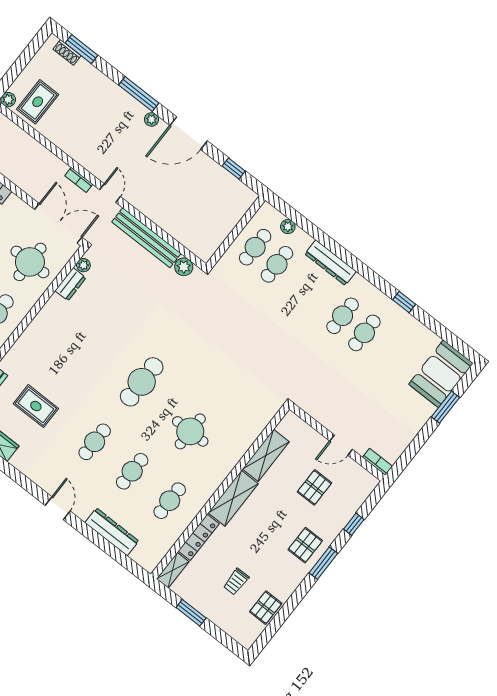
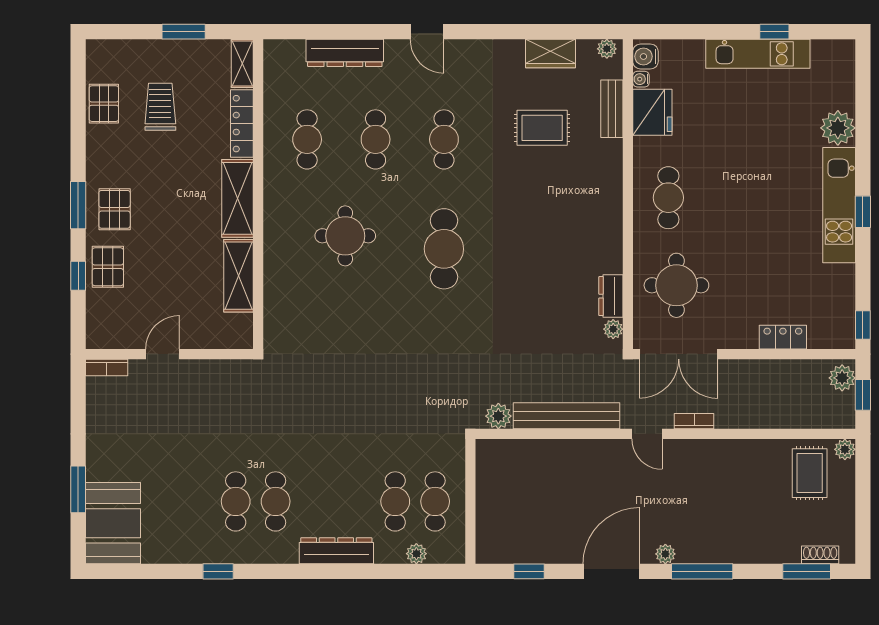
pallet: (314, 487) -> (108, 267), moved
trolley: (236, 582) -> (160, 107), width x1.36, depth x1.39

